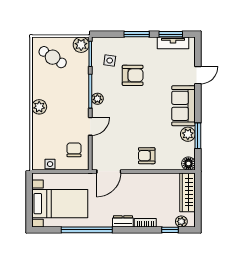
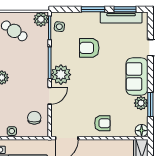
tv unit: (173, 43) -> (121, 17), width x1.41
side table: (110, 61) -> (59, 27), moved
armchair: (133, 75) -> (89, 48), turned 180
plant: (97, 99) -> (61, 75), width x1.87, depth x1.87
armchair: (147, 156) -> (102, 123), turned 180

